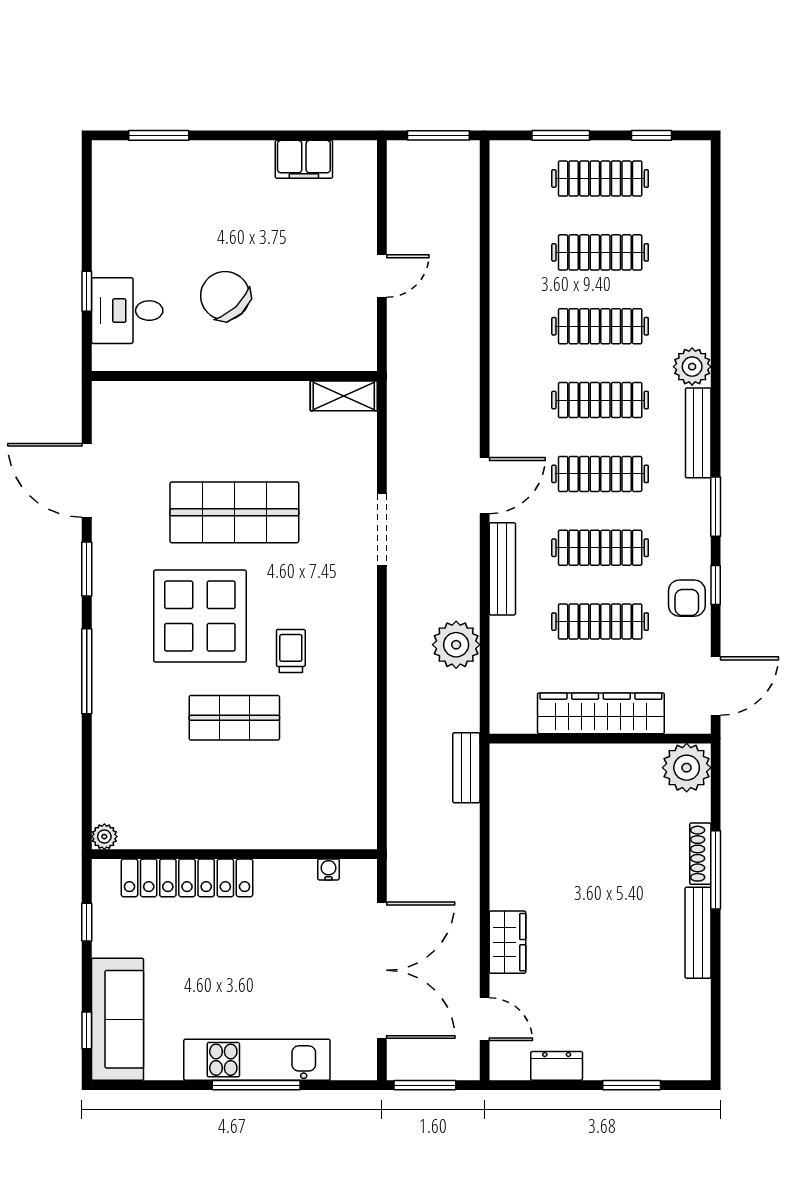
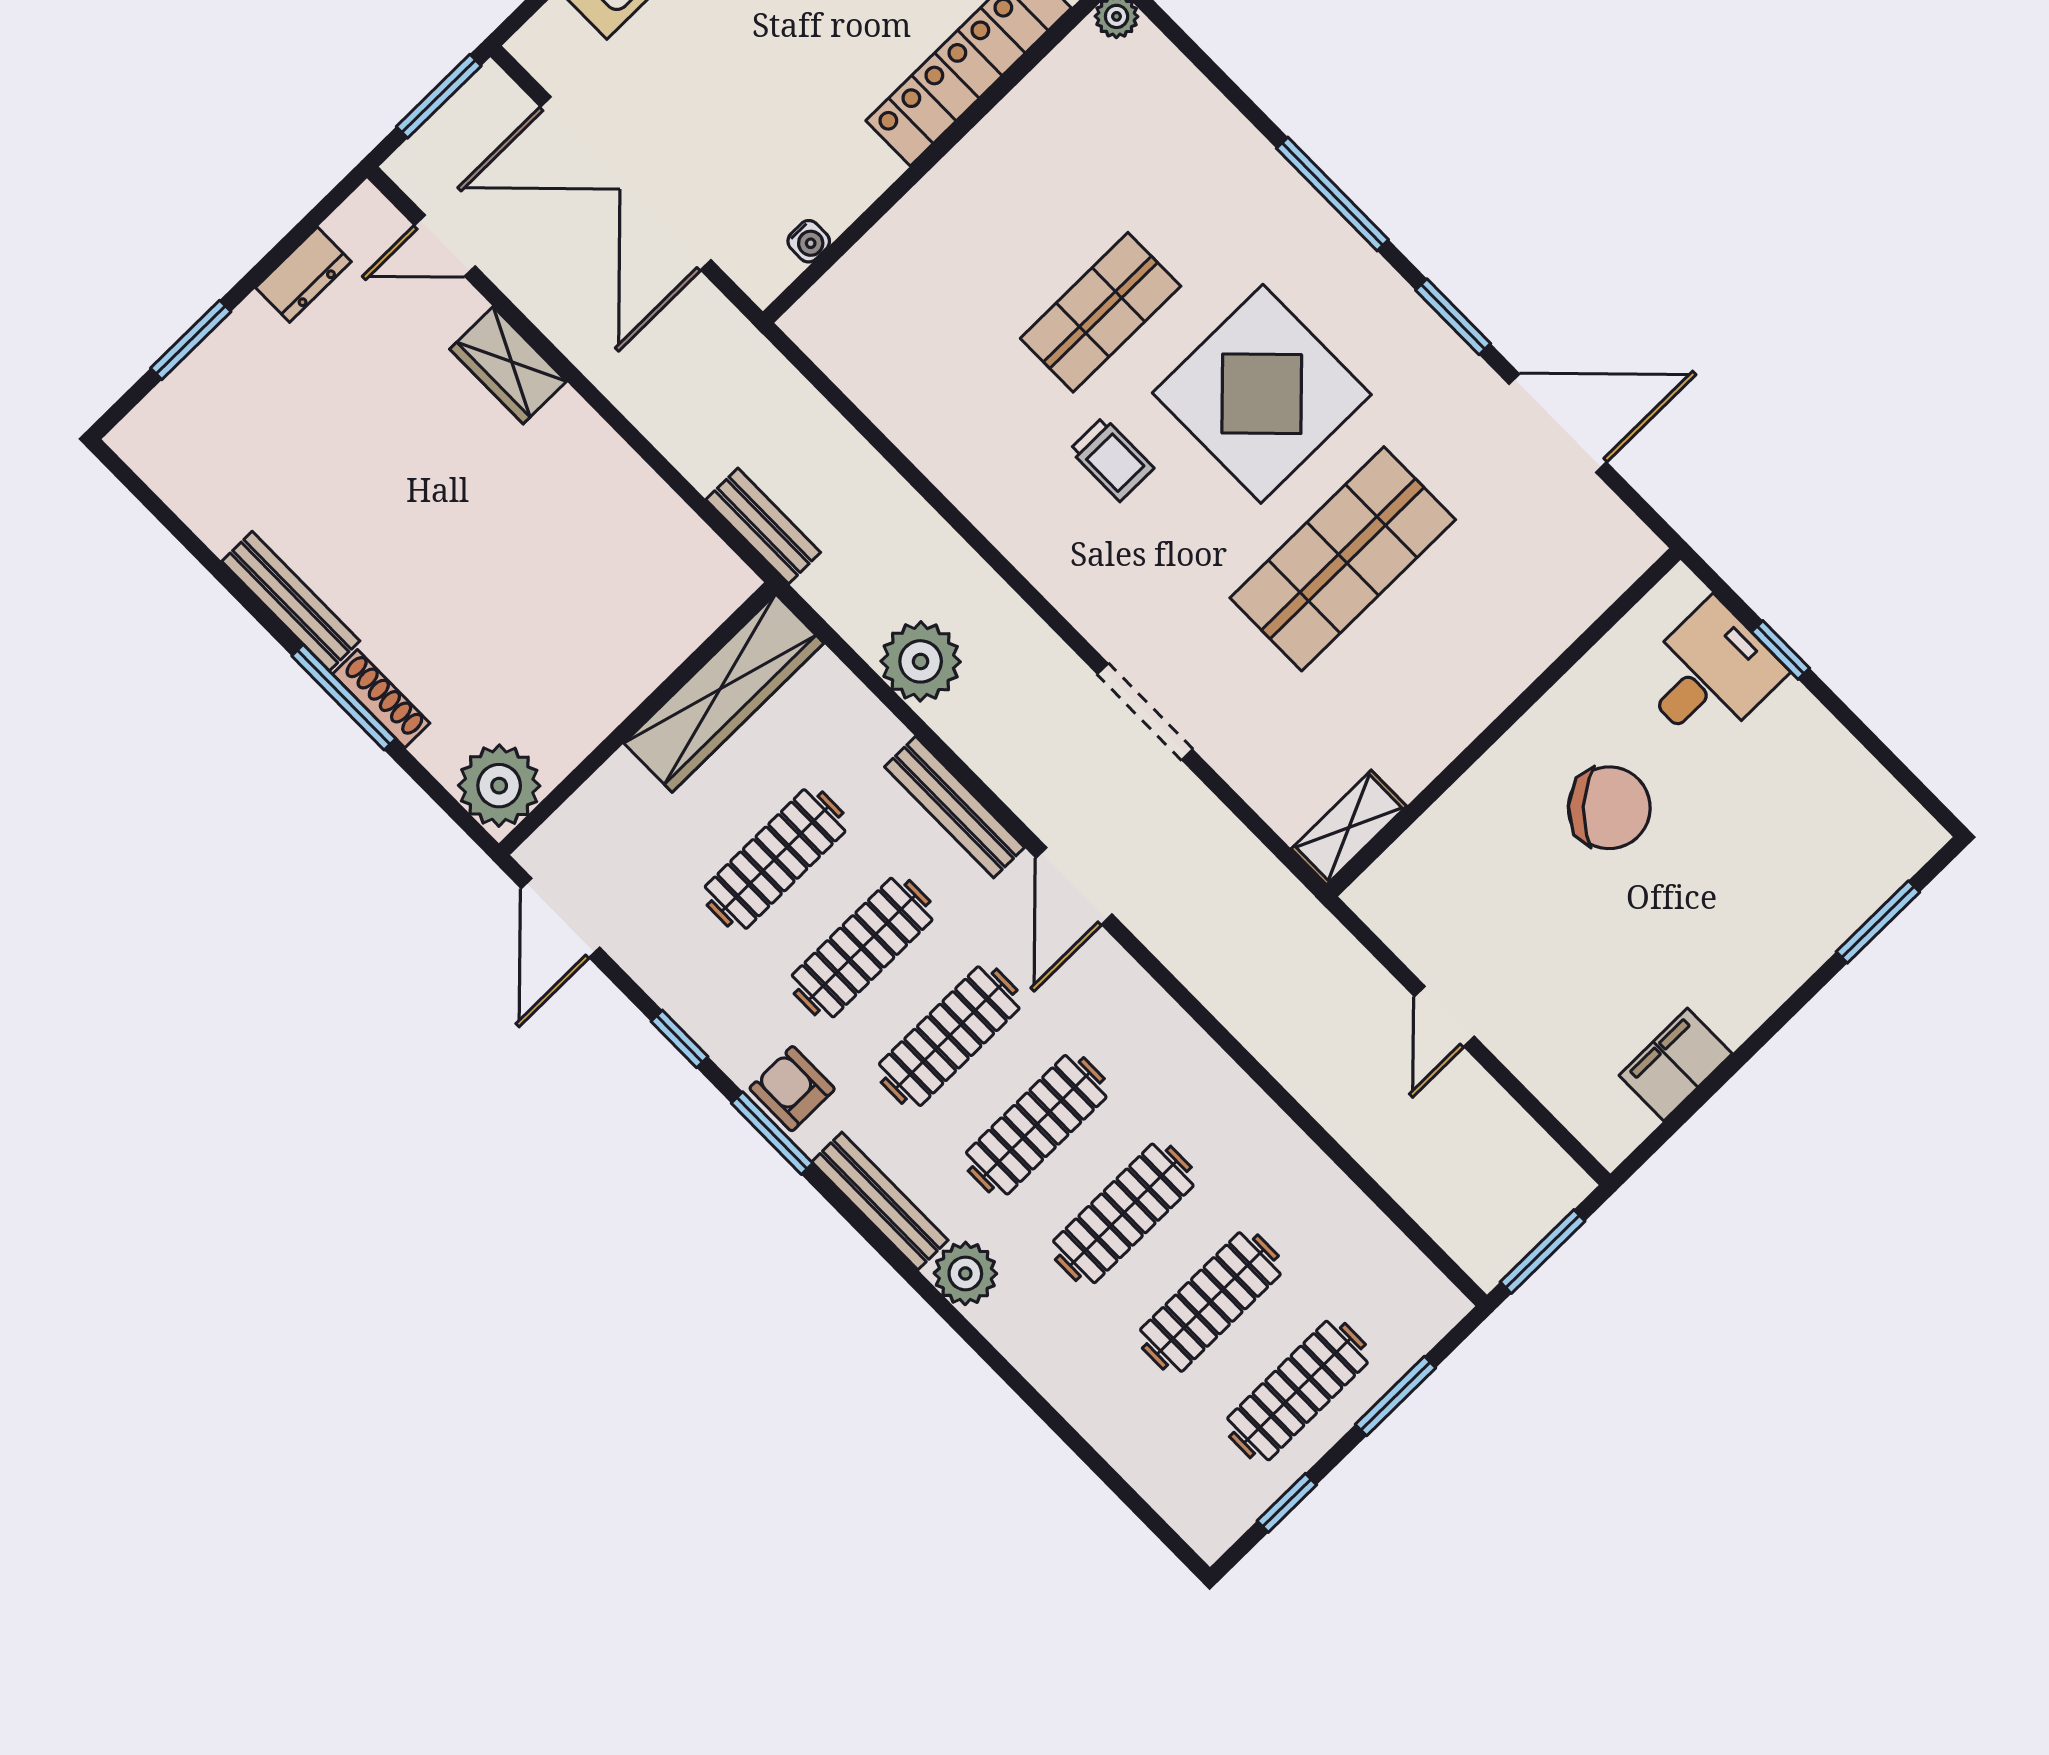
armchair: (687, 598) -> (792, 1089), moved
wardrobe: (601, 713) -> (724, 693), moved

